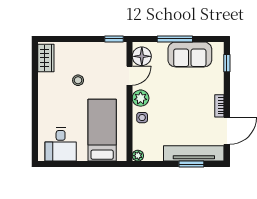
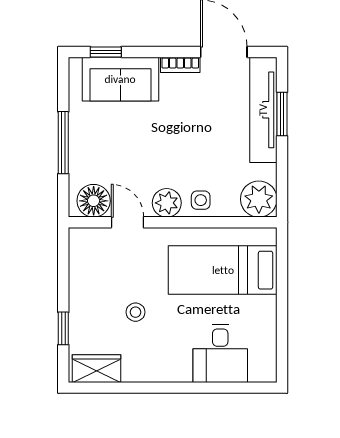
window: (114, 39) -> (63, 328), moved
sofa: (190, 54) -> (120, 79), moved, turned 90
desk: (61, 144) -> (220, 353), moved, turned 90
plant: (138, 156) -> (259, 199), width x1.88, depth x1.88

